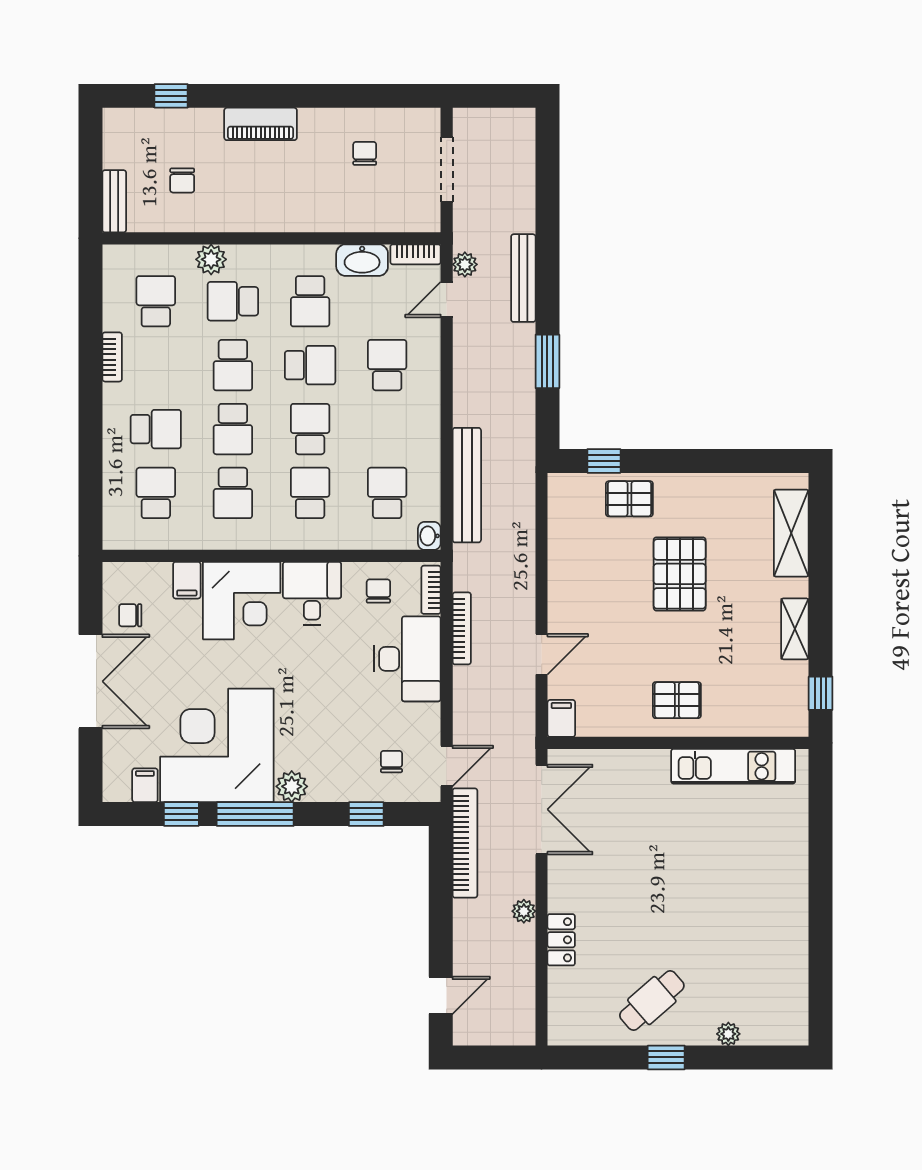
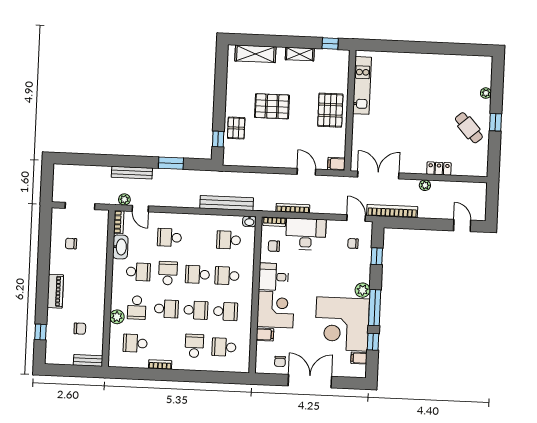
pallet: (677, 700) -> (330, 110), width x1.50, depth x1.42

